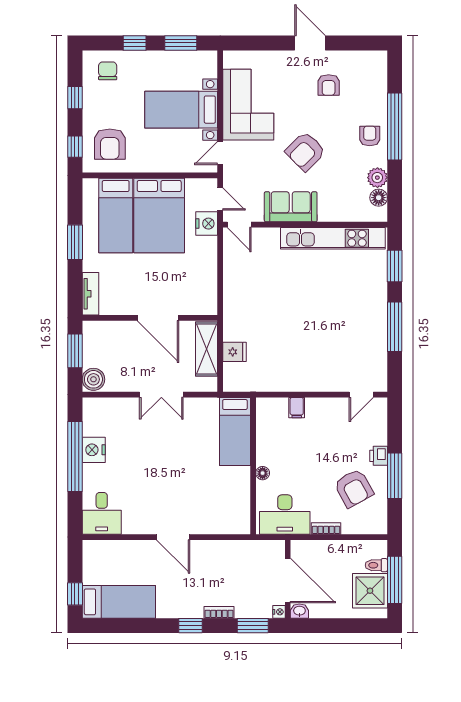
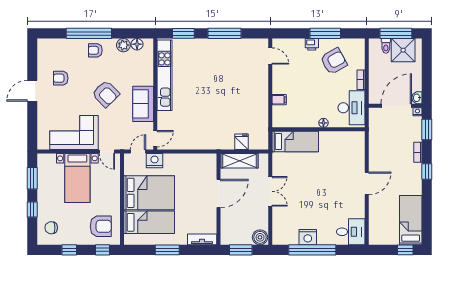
armchair: (329, 85) -> (61, 78), turned 180

